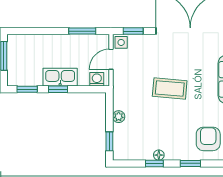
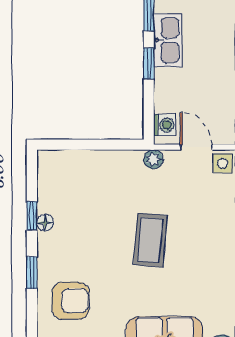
kitchen sink: (60, 77) -> (168, 40), moved
plant: (119, 117) -> (153, 159), moved
window: (109, 141) -> (67, 145), removed

